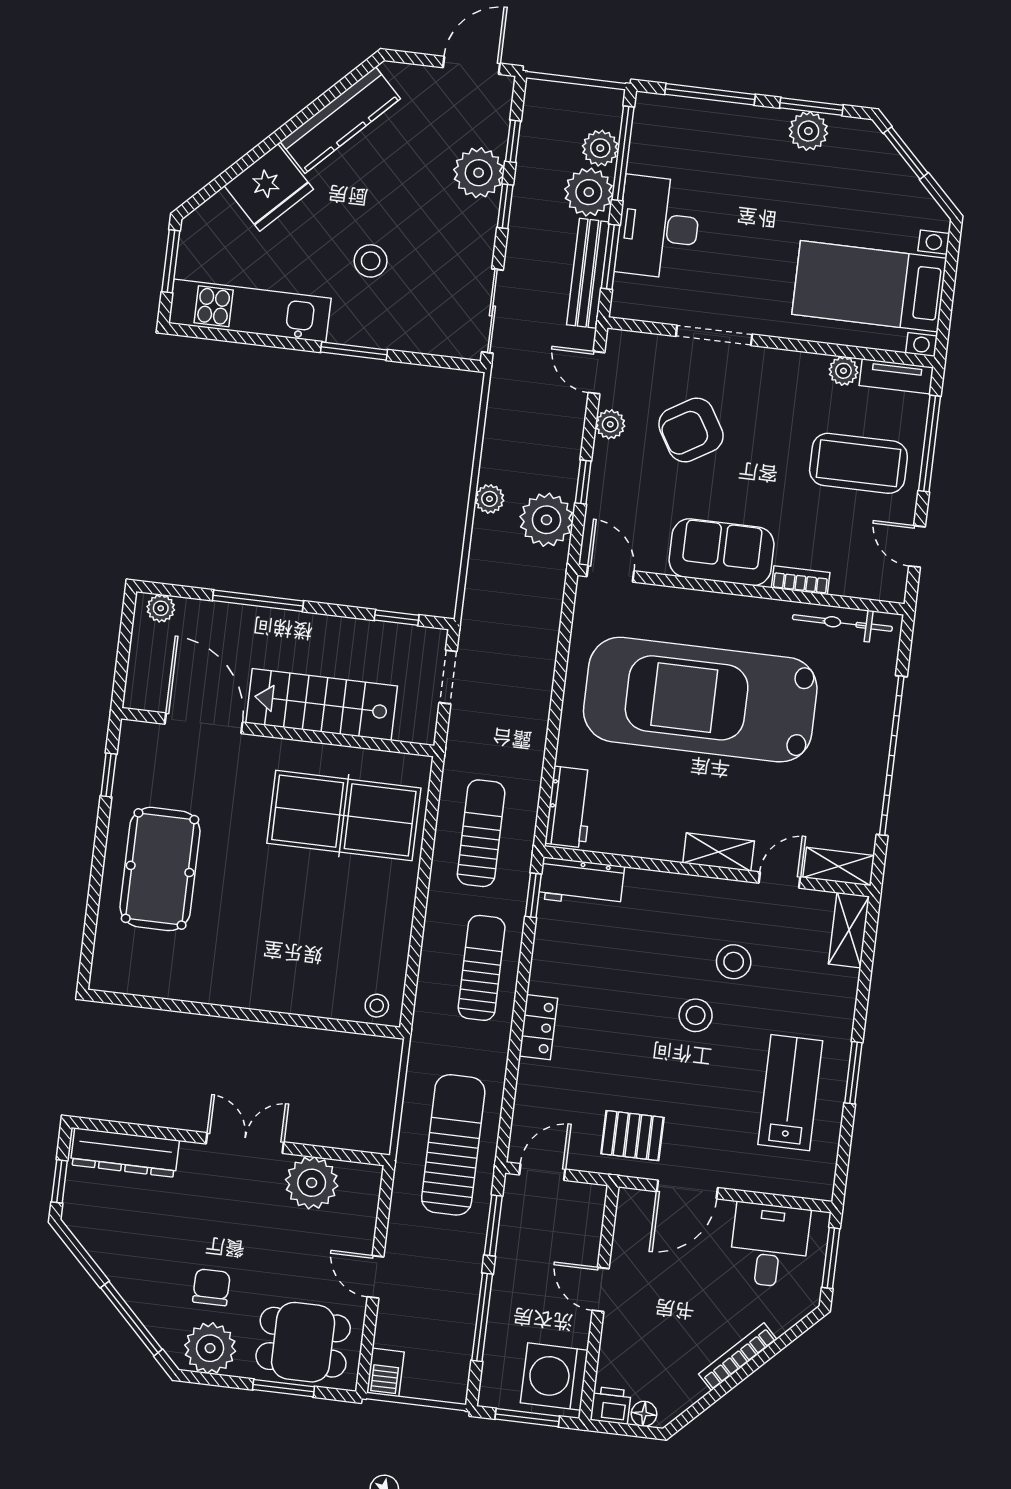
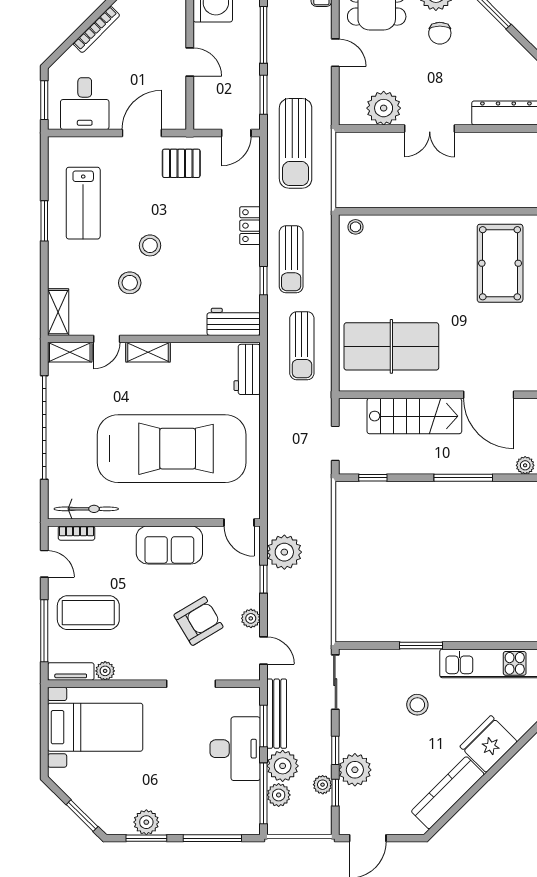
plant: (489, 499) -> (323, 785), moved
bookcase: (801, 580) -> (77, 533), moved
pool table: (160, 869) -> (500, 263), moved
window: (533, 895) -> (264, 281), moved

